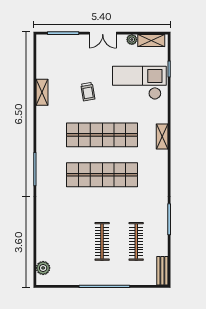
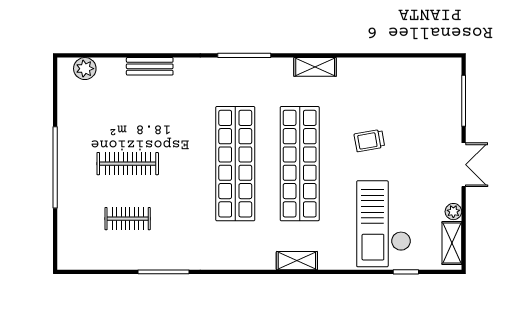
double door: (103, 33) -> (464, 165), swing flipped
checkout: (139, 83) -> (384, 224), turned 180
shelving: (42, 92) -> (315, 67), moved
clothes rail: (136, 241) -> (128, 219), width x0.73
bench: (162, 271) -> (150, 66), moved

